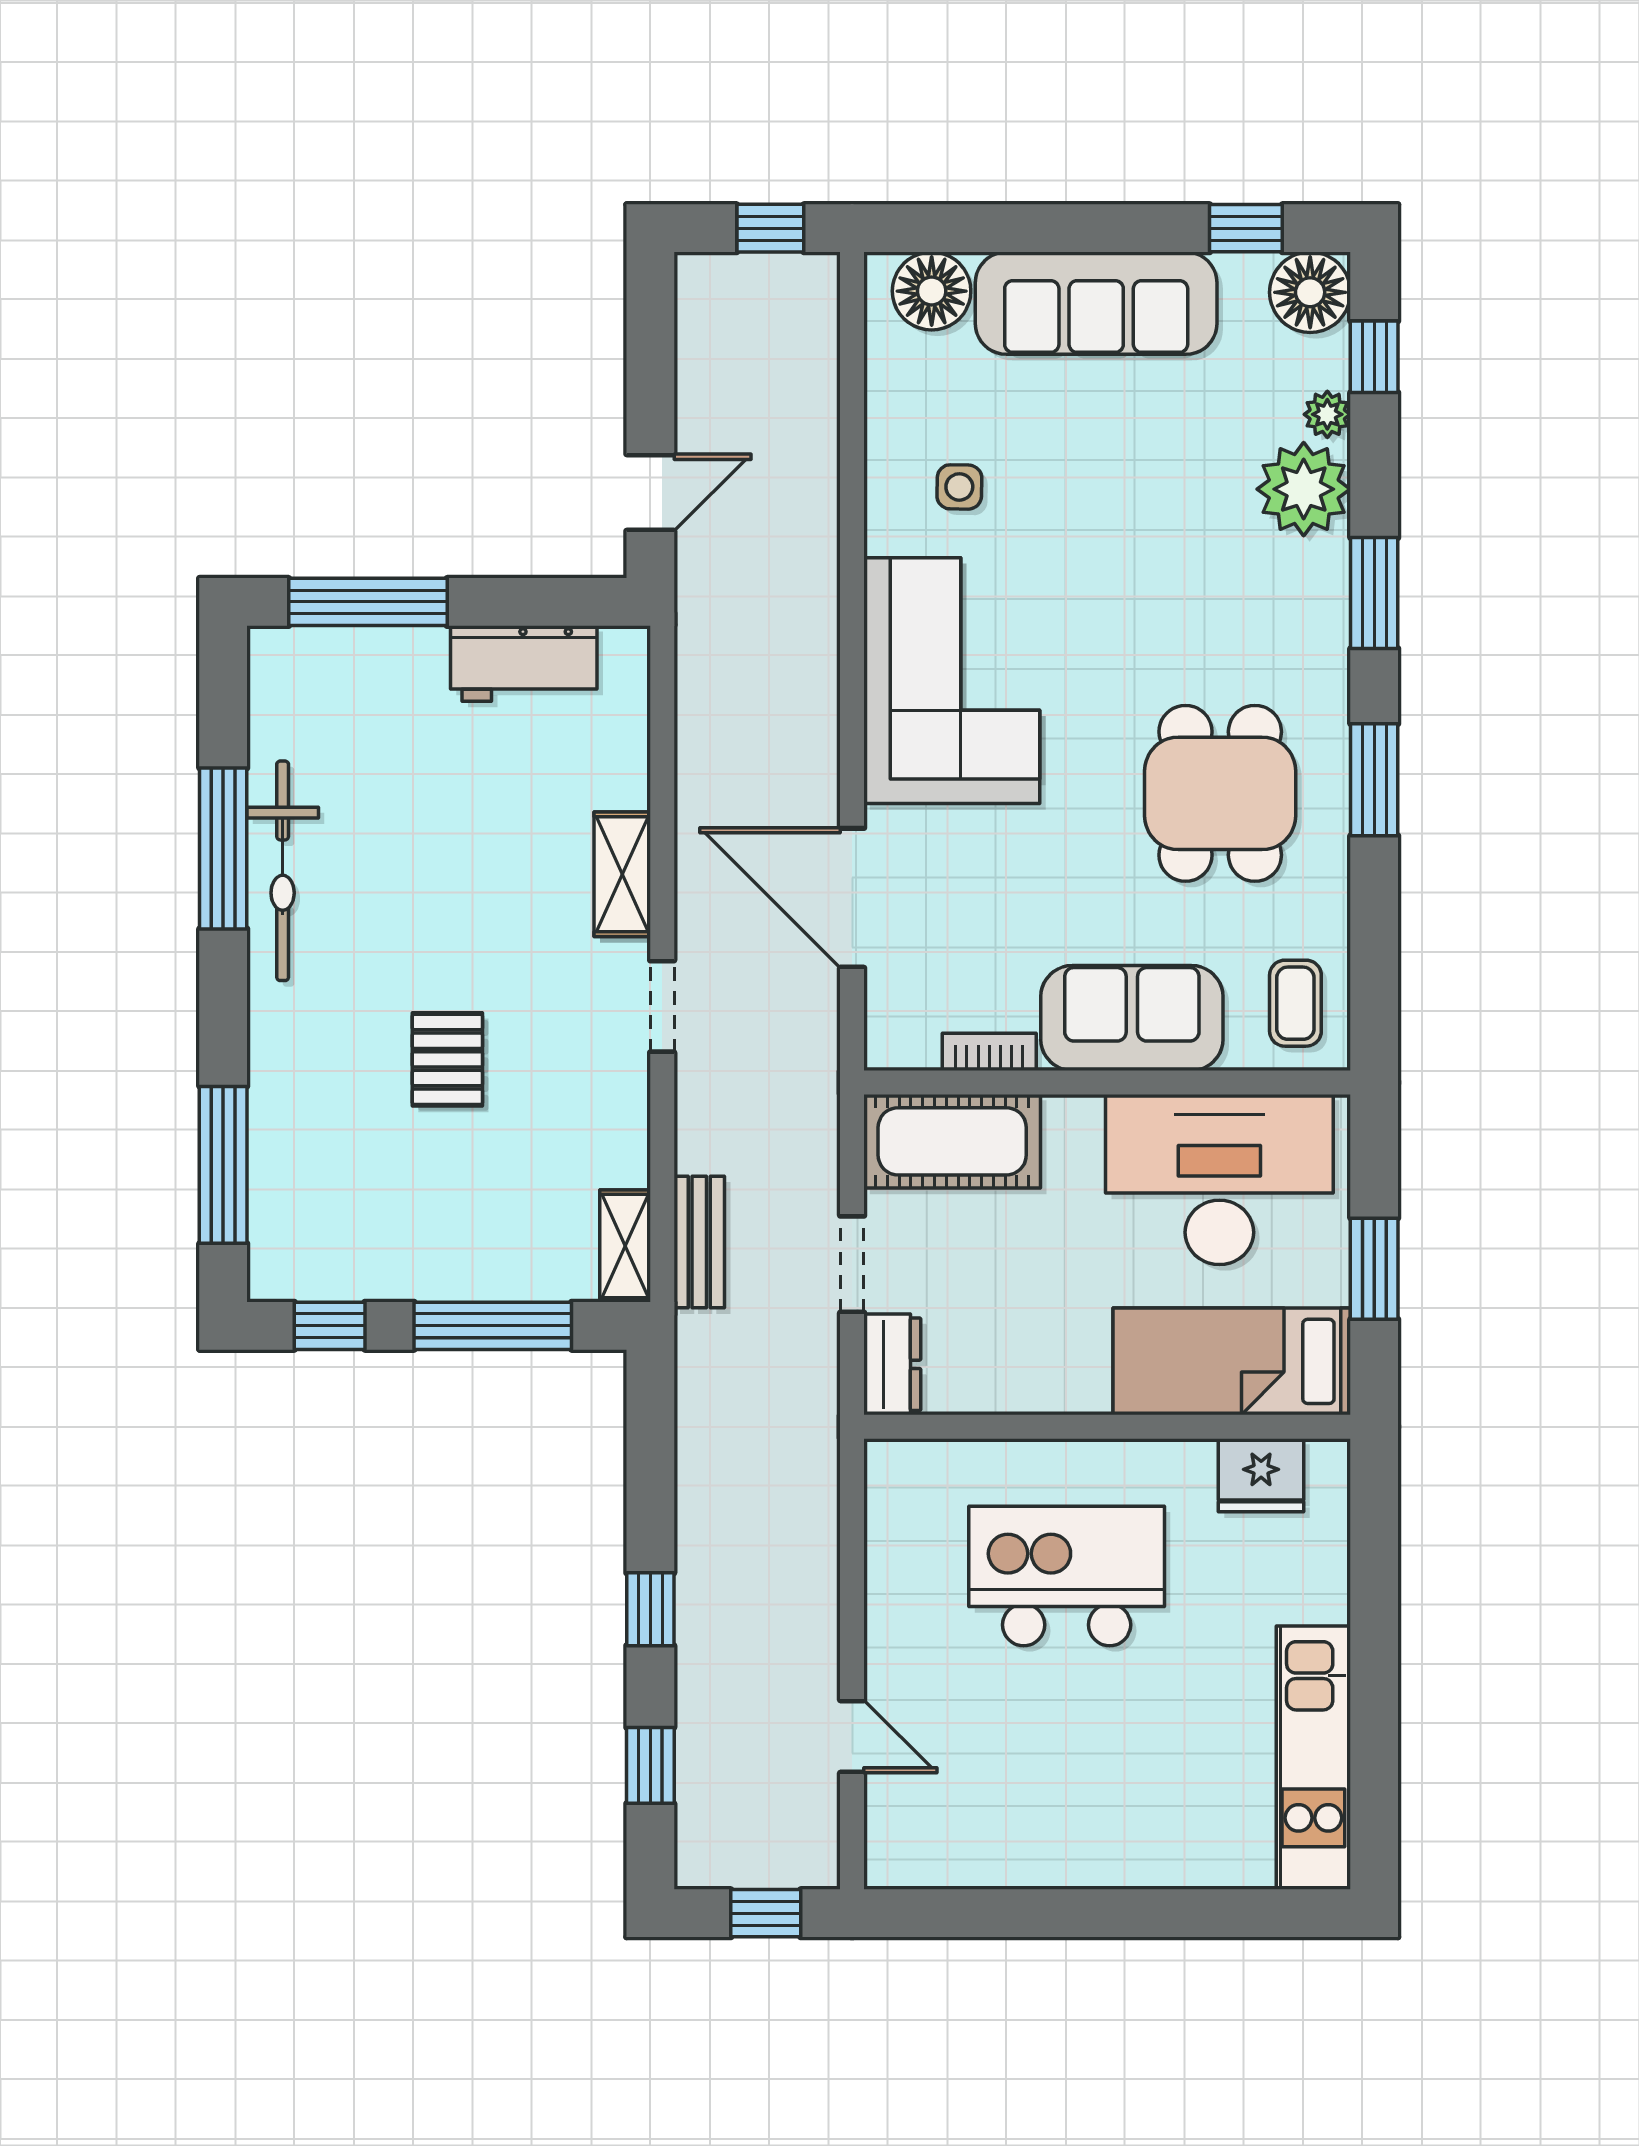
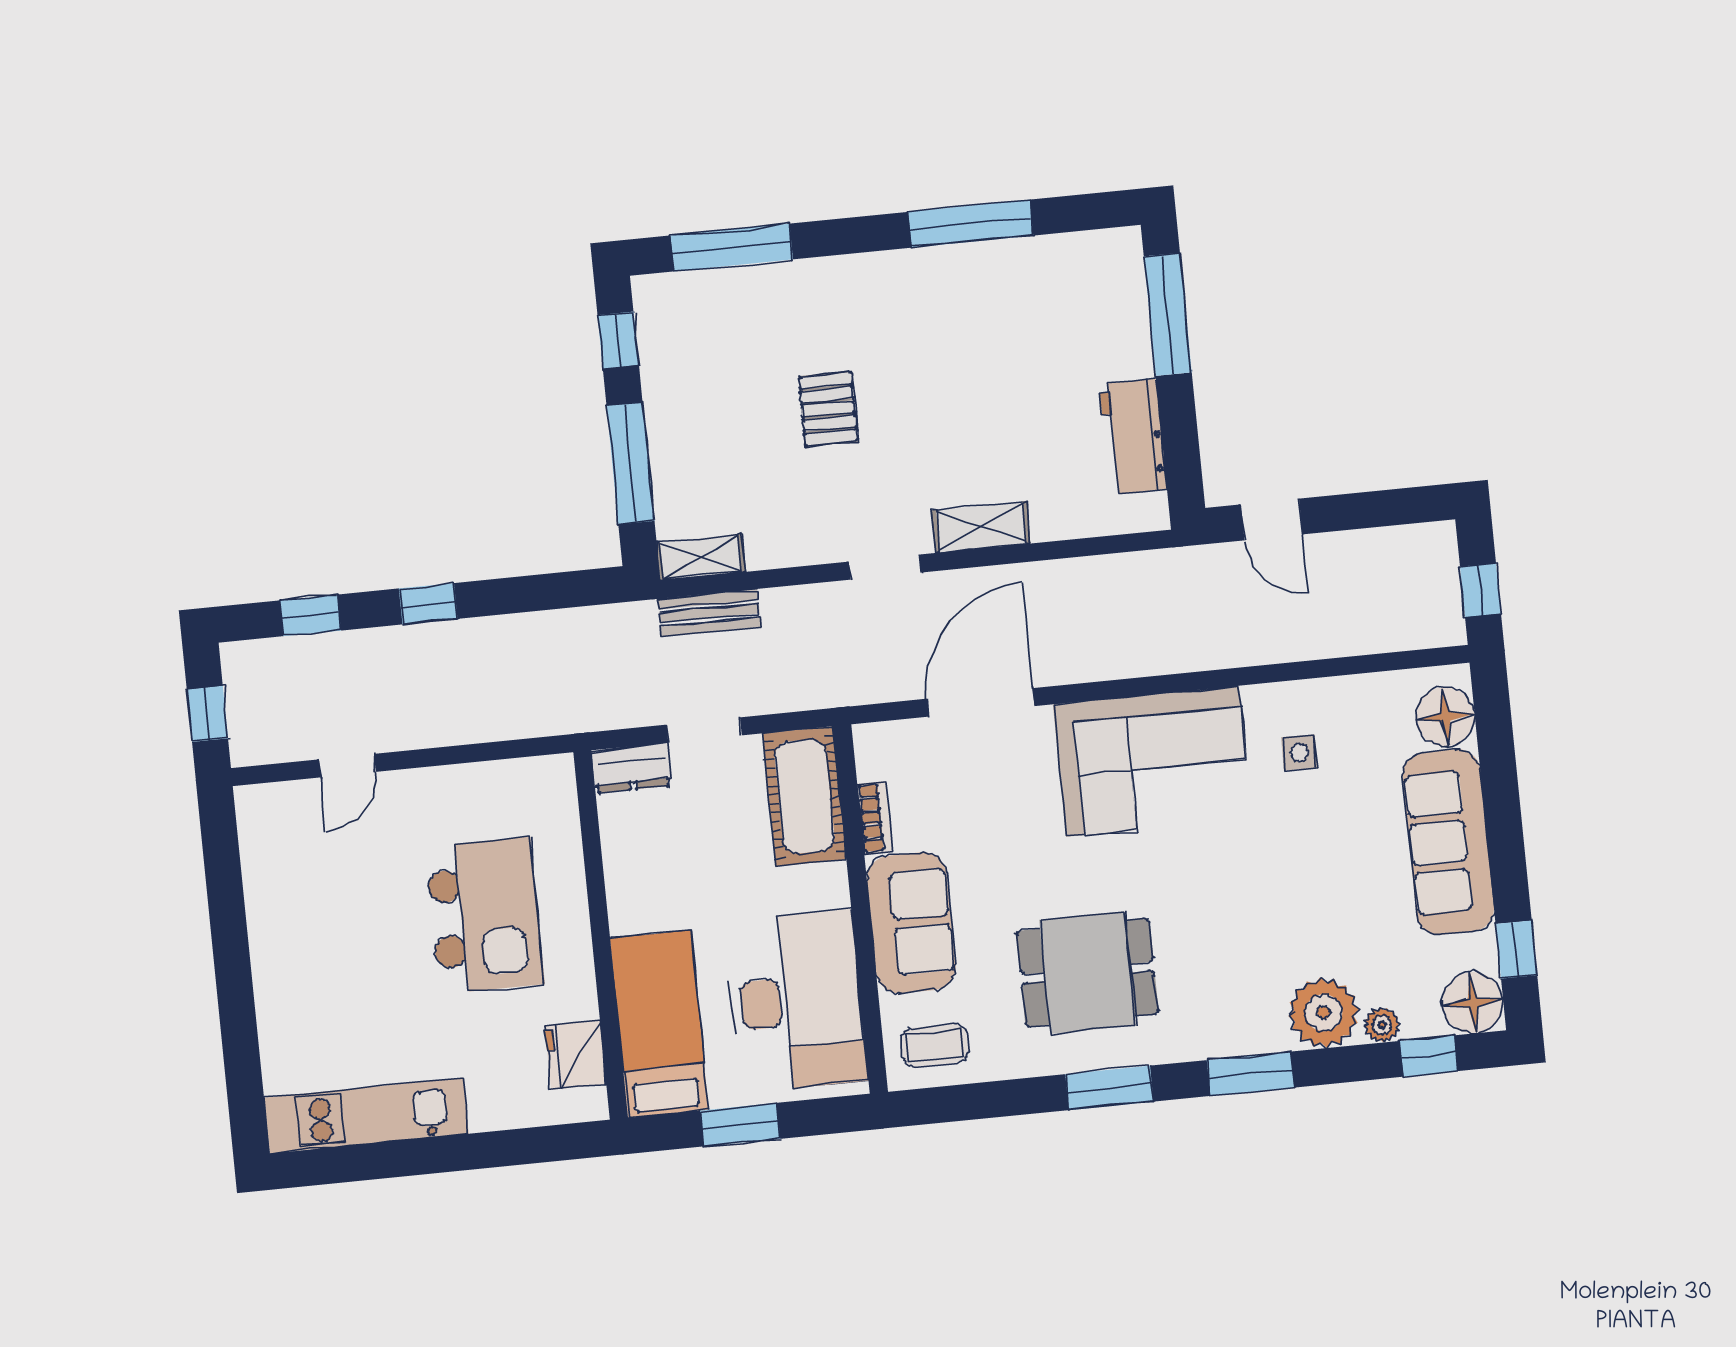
bicycle: (283, 871) -> (958, 270), removed
pallet: (447, 1059) -> (828, 409), turned 90

